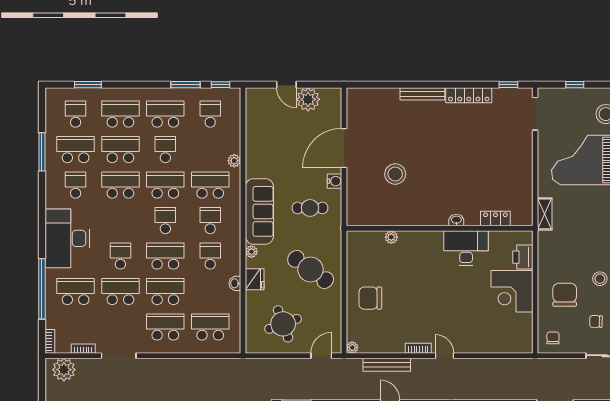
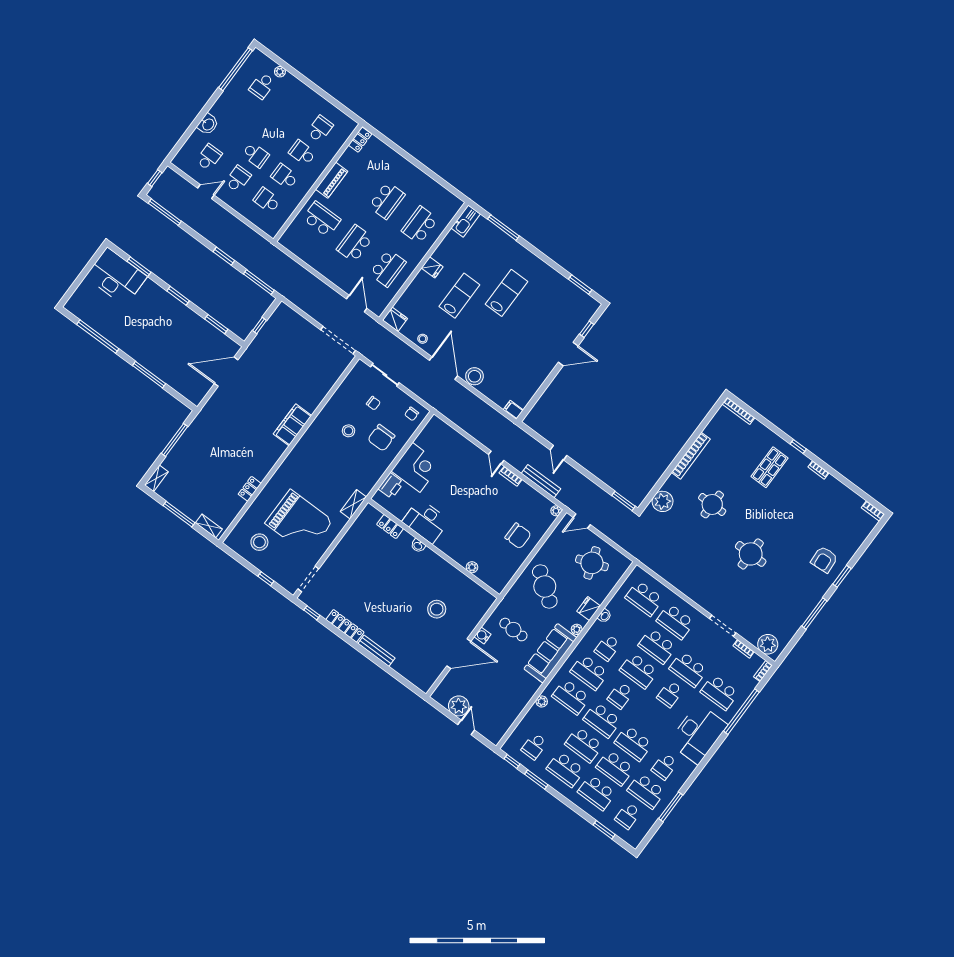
school desk: (165, 150) -> (584, 745), width x1.85
school desk: (210, 221) -> (589, 672), width x1.85

